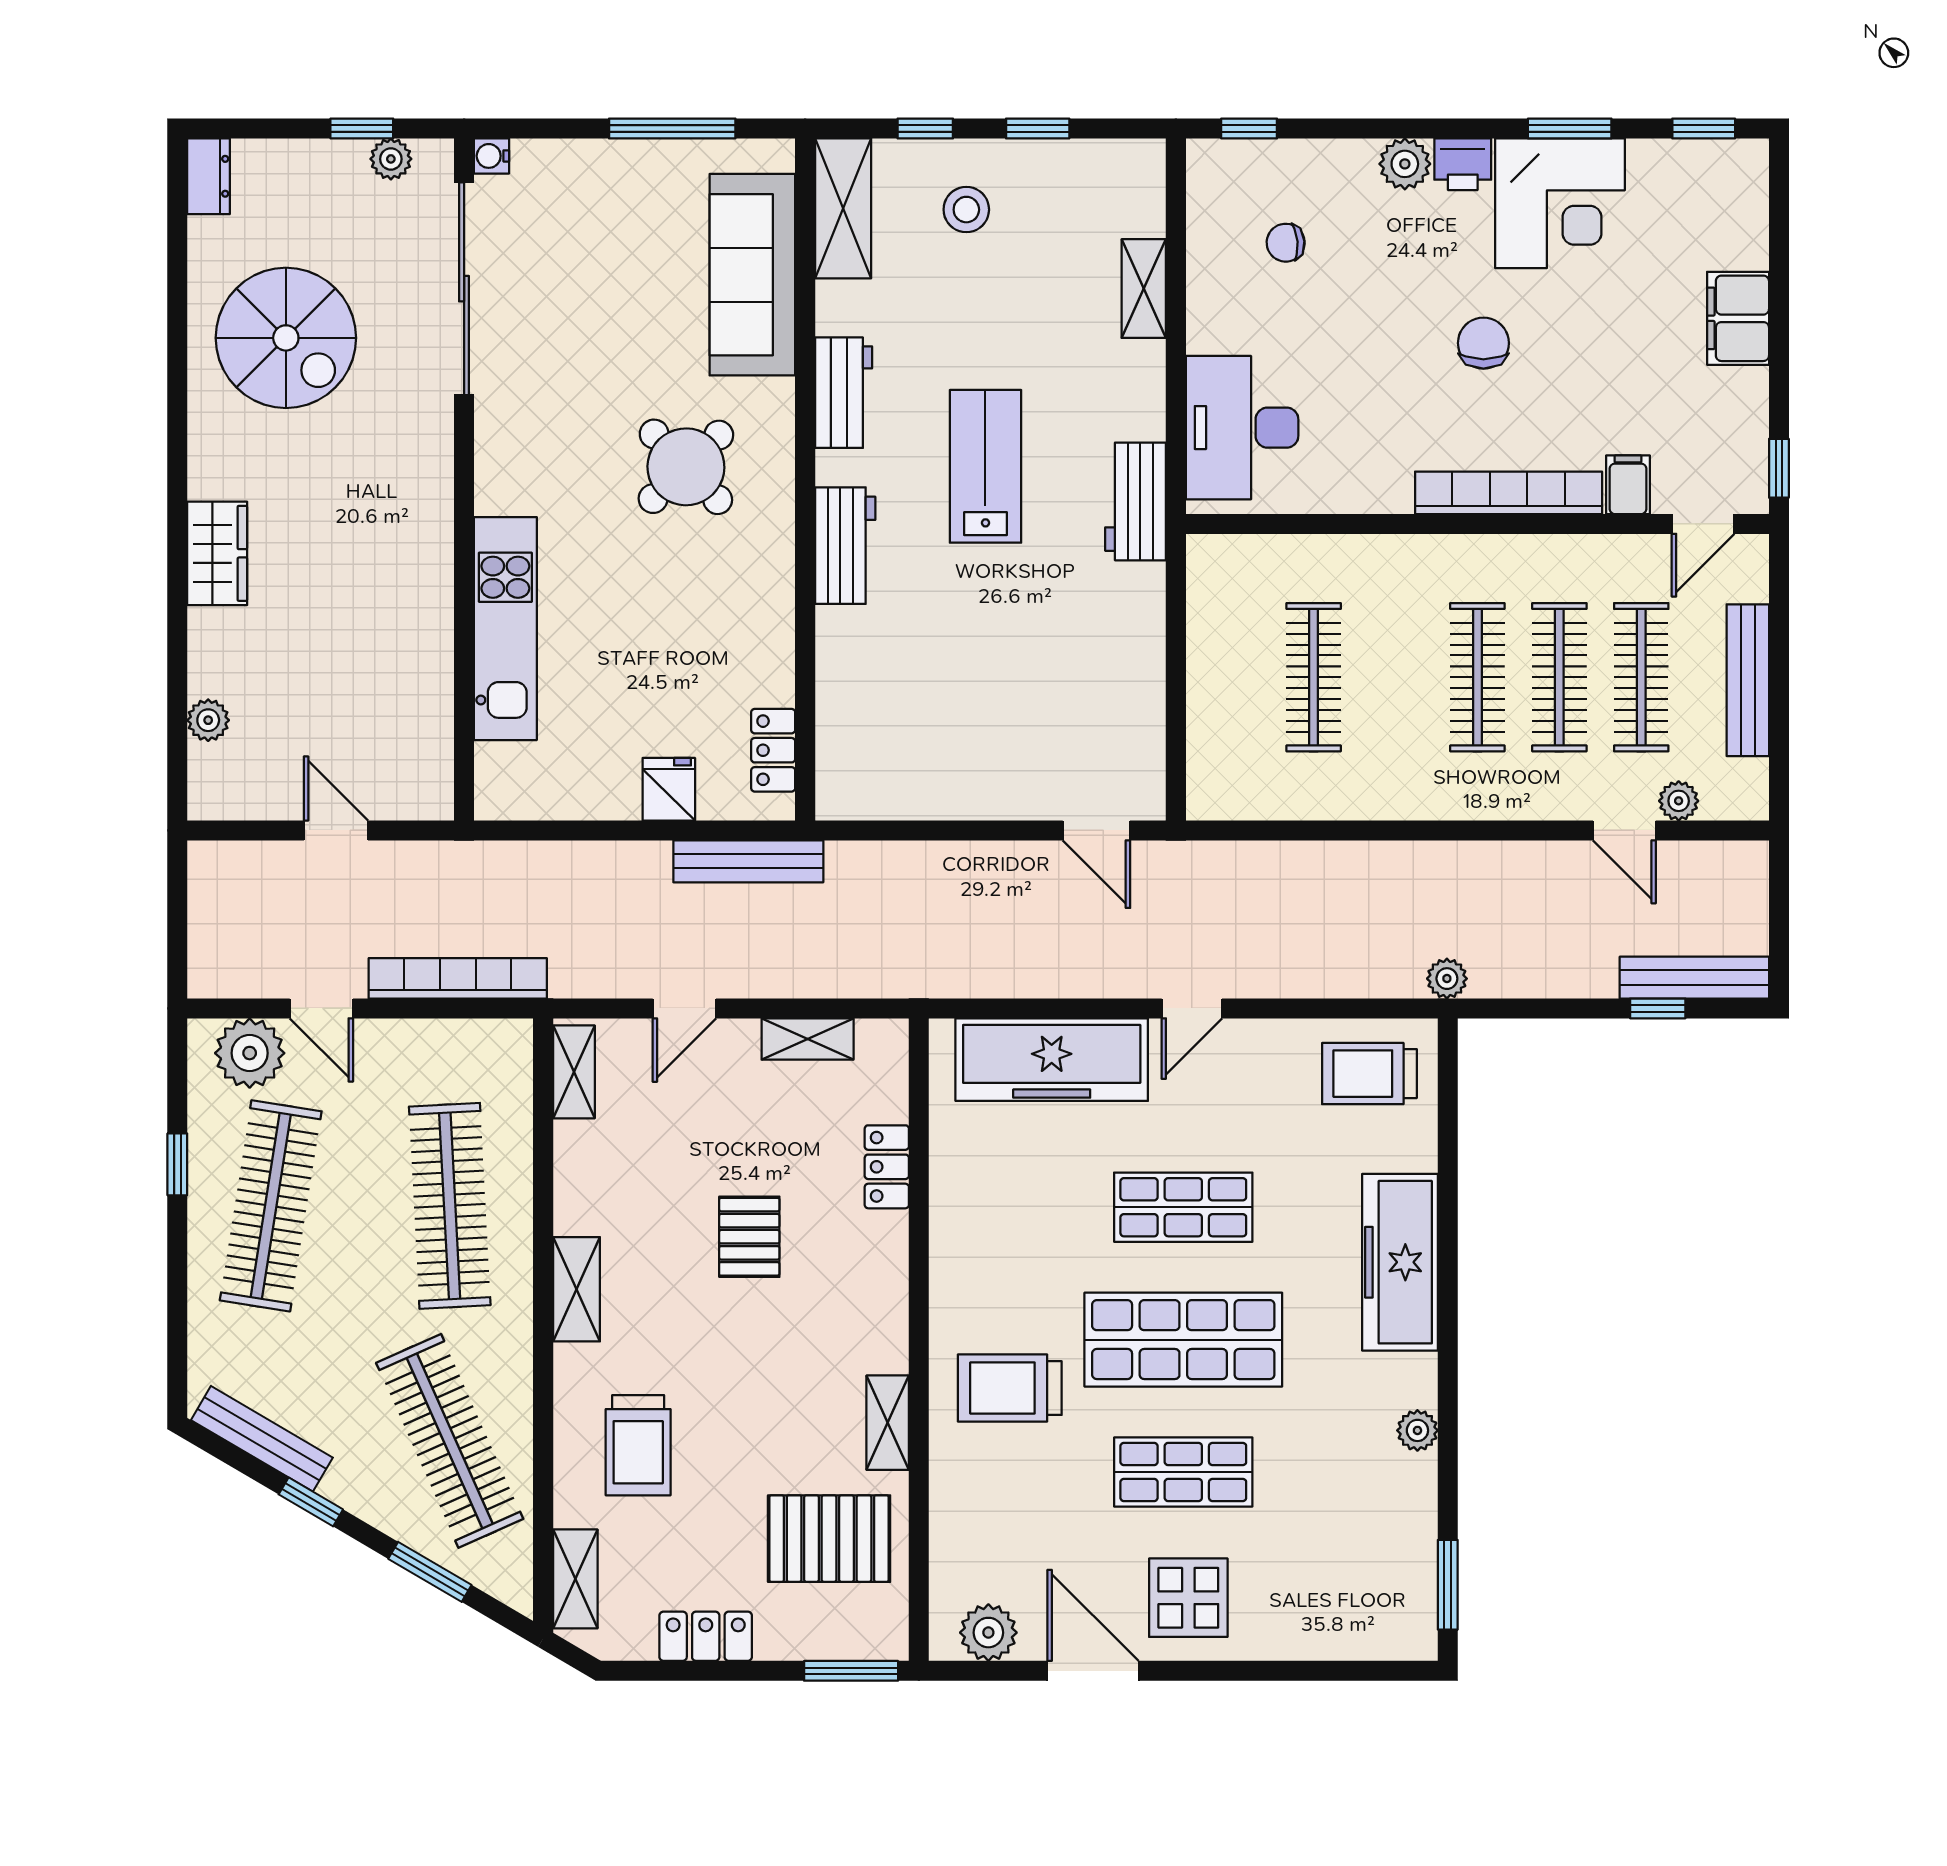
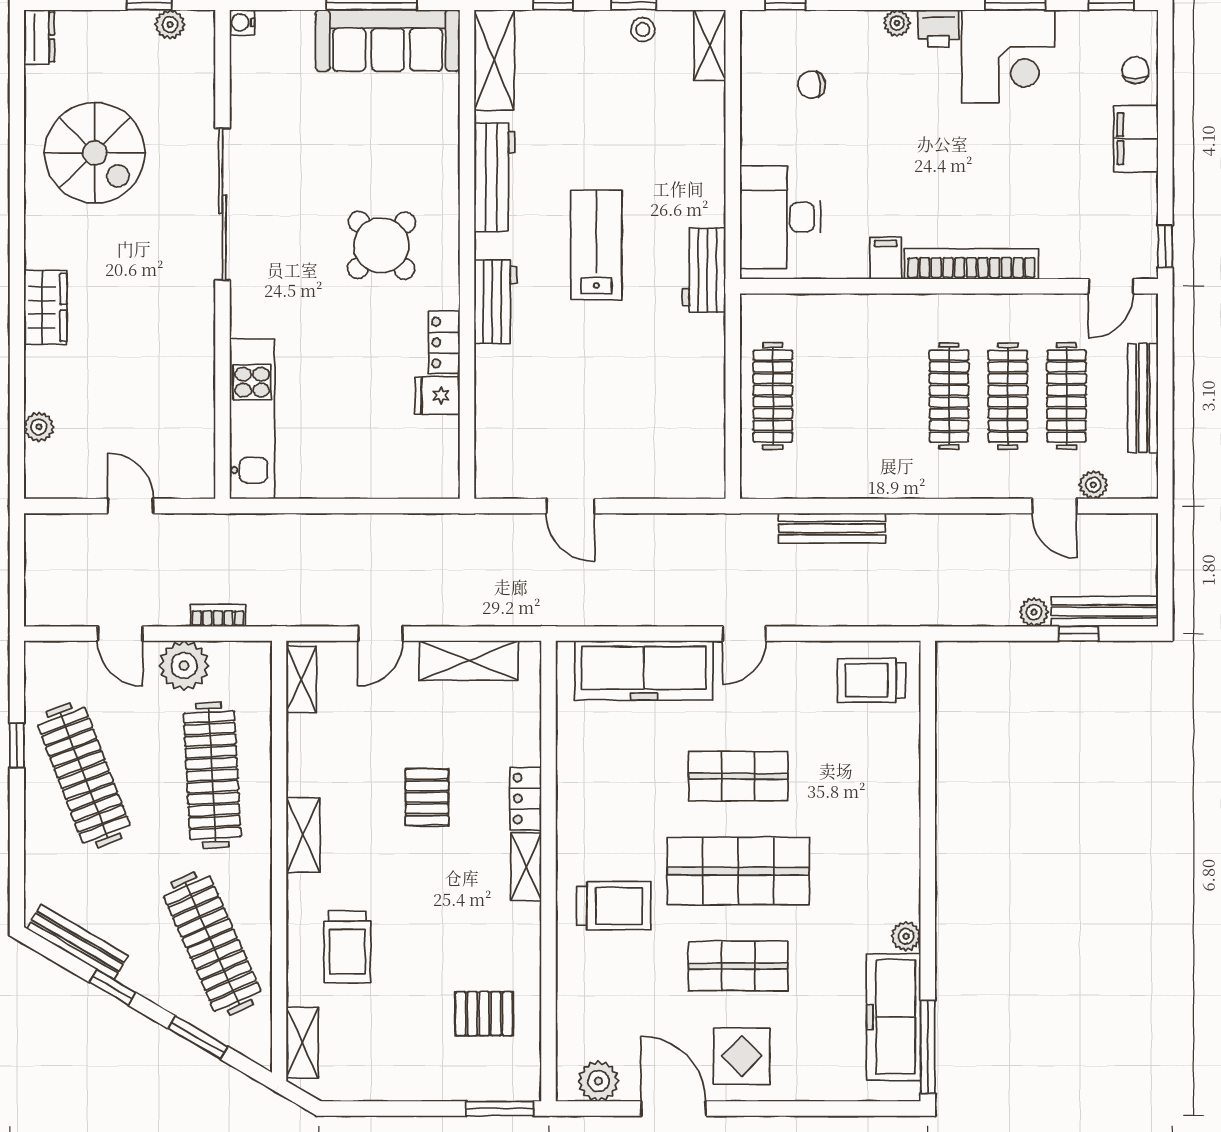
plant: (1405, 164) -> (897, 23), width x0.73, depth x0.73
stool: (966, 210) -> (643, 29), moved, width x0.73, depth x0.73
sofa: (752, 275) -> (388, 40), moved, turned -90
sliding door: (464, 289) -> (222, 204), moved
shelving: (1144, 289) -> (710, 45), moved
chair: (1483, 343) -> (1135, 70), moved, width x0.73, depth x0.73
workbench: (844, 393) -> (495, 177), width x1.38
filing cabinet: (1628, 485) -> (886, 258), moved
kitchen unit: (505, 629) -> (252, 419), moved
clothes rail: (1314, 677) -> (773, 396), moved
locker: (773, 750) -> (444, 342), moved
fridge: (669, 789) -> (437, 395), moved, turned -90
door: (1096, 830) -> (570, 506), moved
bench: (748, 861) -> (832, 528), moved
bookcase: (458, 978) -> (218, 615), width x0.43, depth x0.76
plant: (1447, 979) -> (1034, 612), moved
shelving: (808, 1039) -> (469, 660), width x1.50, depth x1.33
plant: (250, 1053) -> (184, 666), moved
locker: (887, 1167) -> (526, 799), moved
clothes rail: (271, 1206) -> (84, 775), turned -30
freezer: (1400, 1262) -> (893, 1017), moved
trolley: (1010, 1388) -> (614, 906), turned 180
shelving: (888, 1423) -> (526, 867), moved
pallet: (829, 1539) -> (484, 1014), width x0.67, depth x0.71
window: (1448, 1585) -> (928, 1047), width x1.44
locker: (706, 1636) -> (396, 1084), removed

